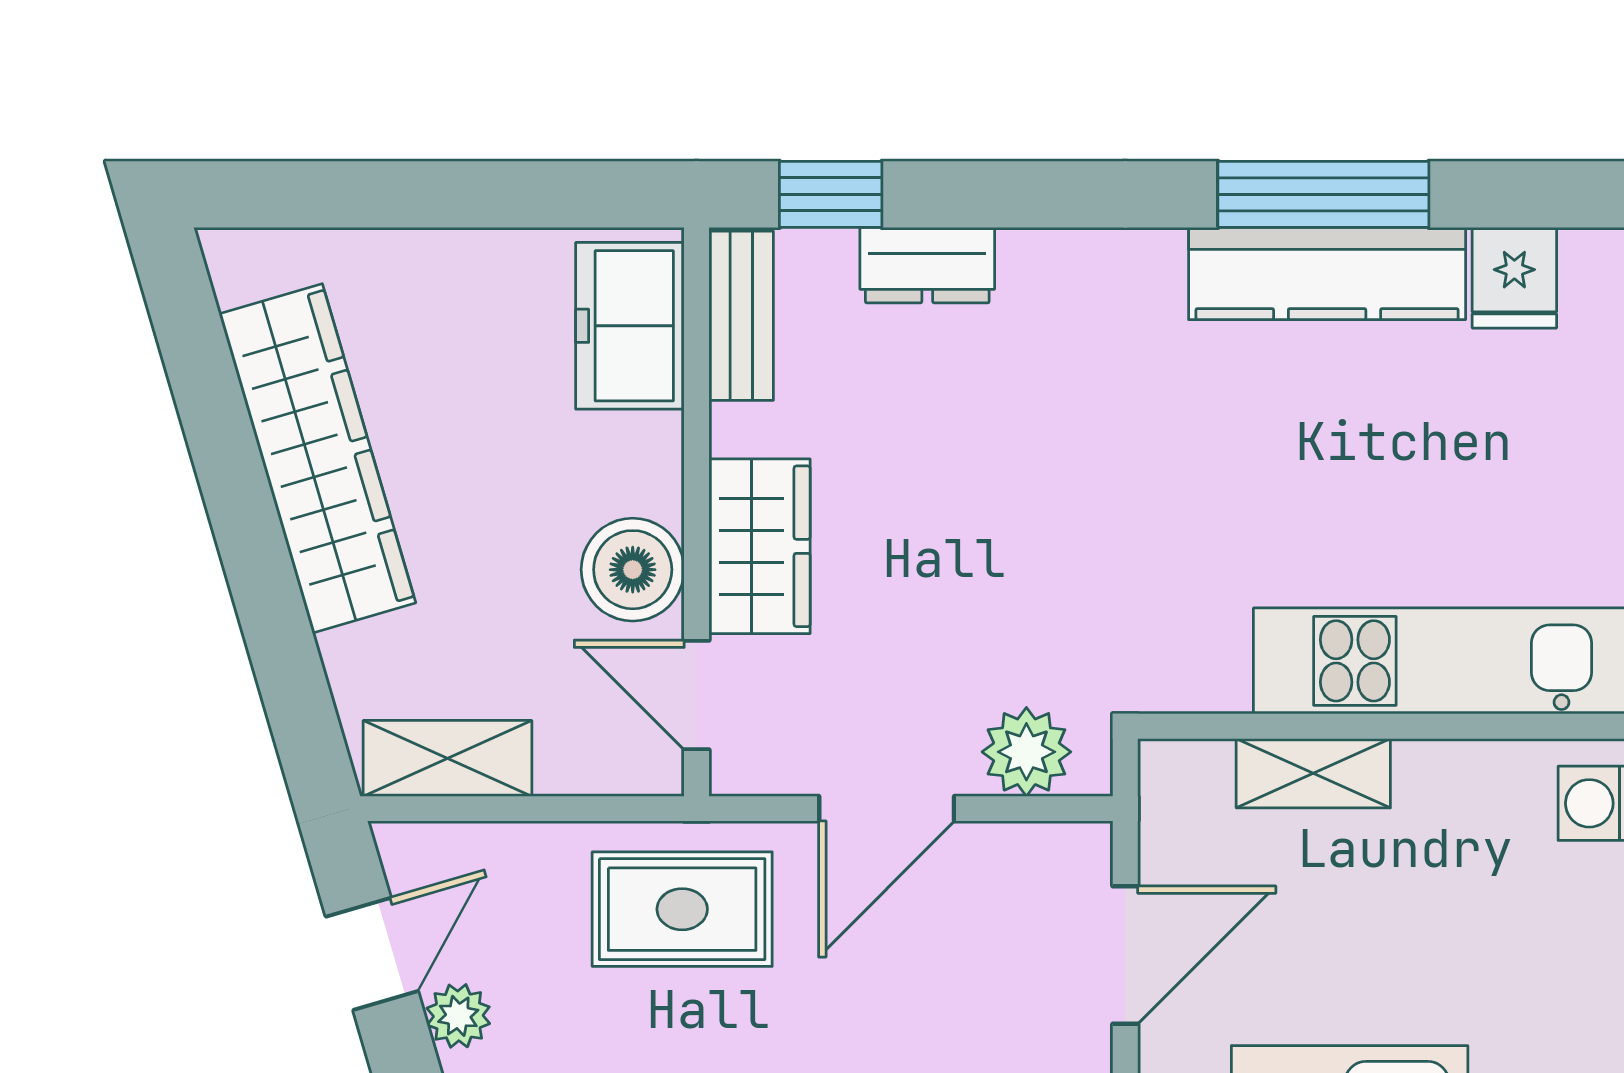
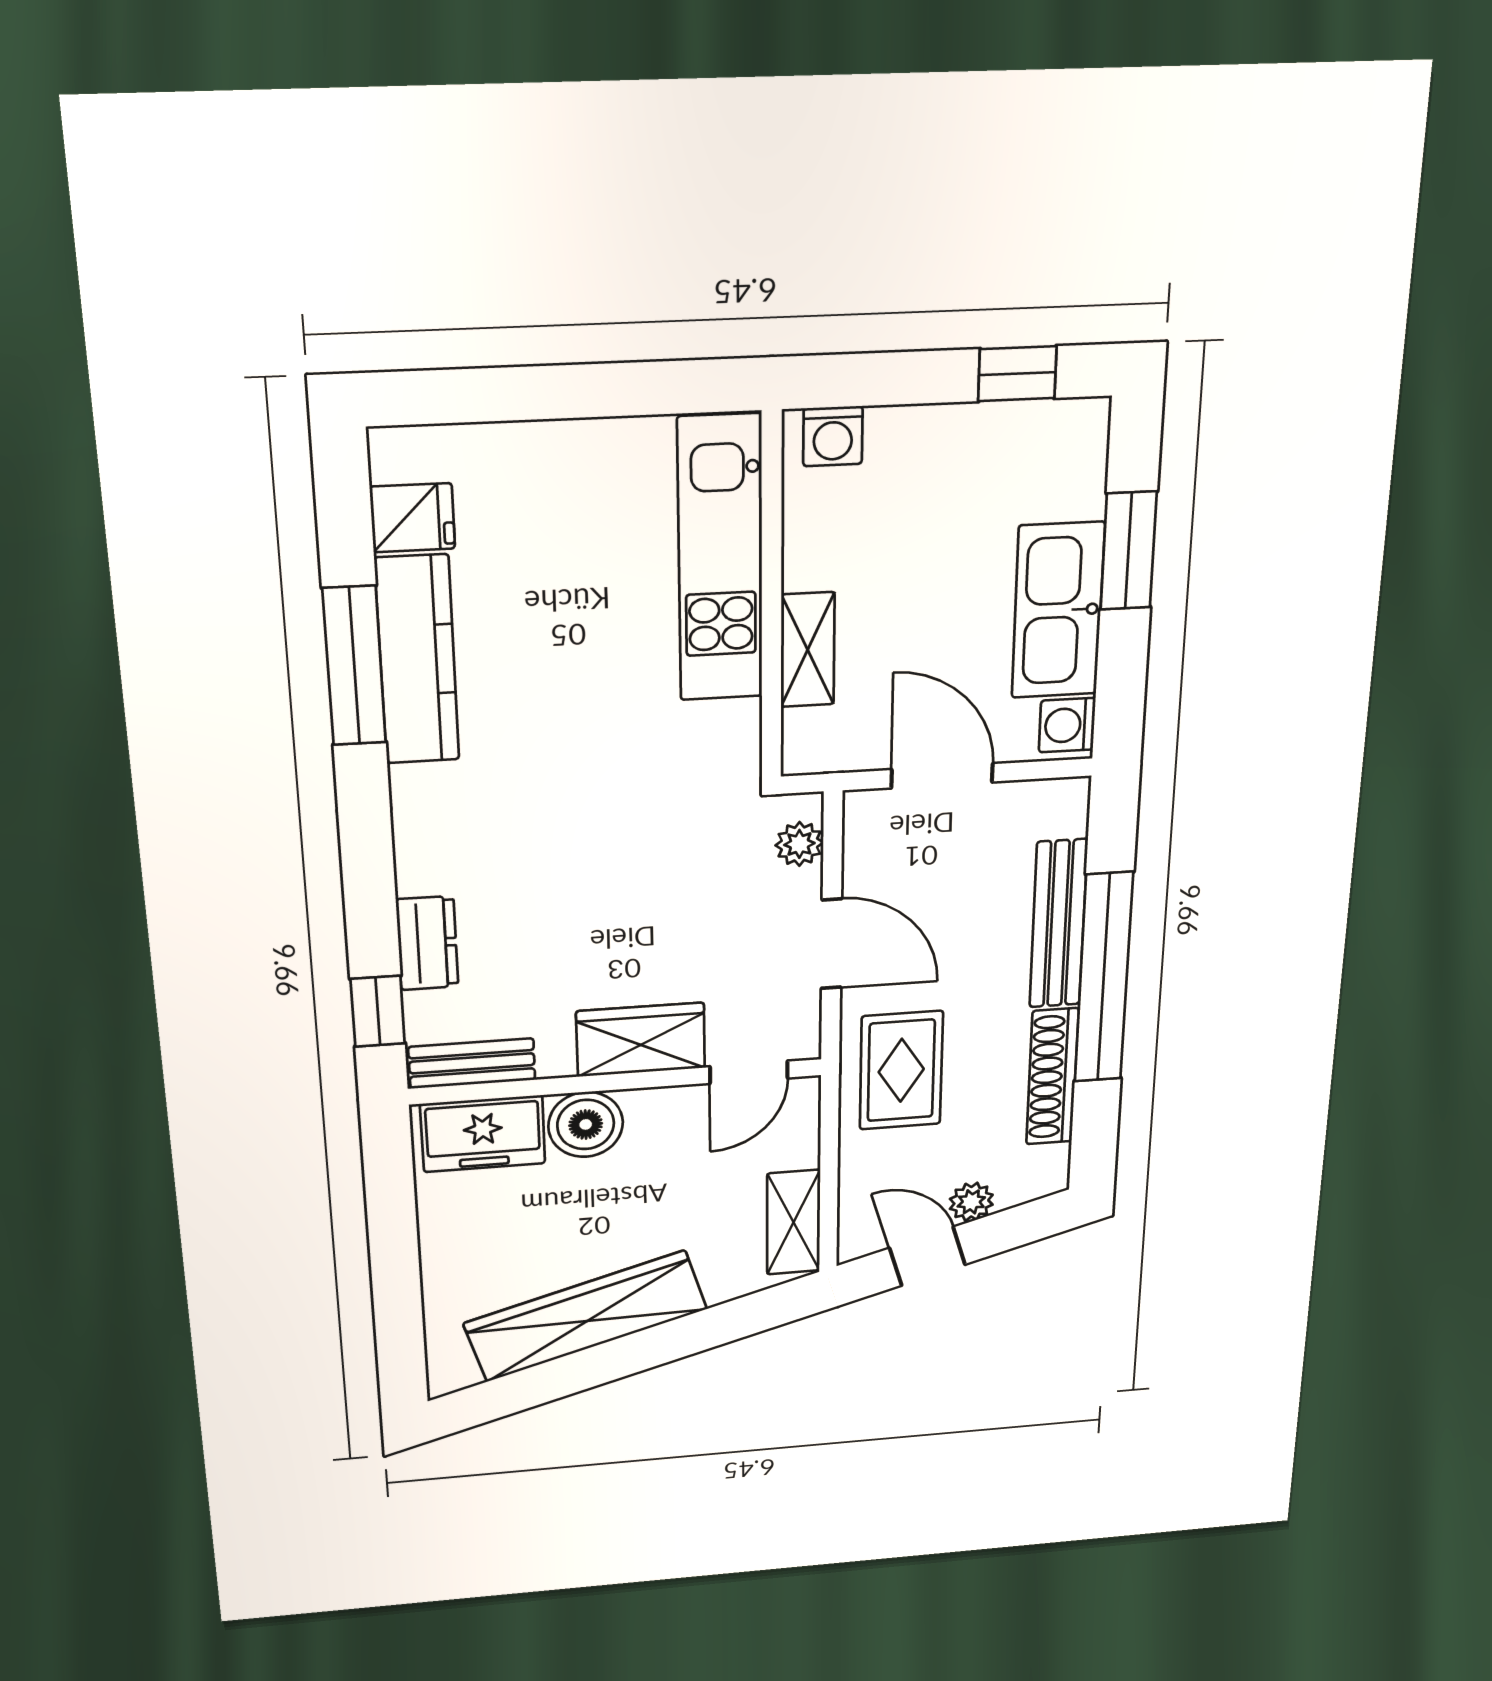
boiler: (633, 570) -> (586, 1124), moved
plant: (1026, 752) -> (799, 844), width x0.73, depth x0.73

